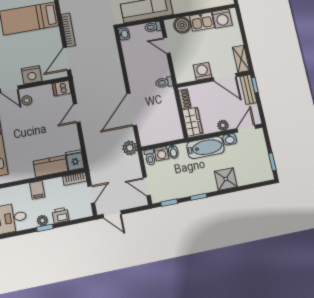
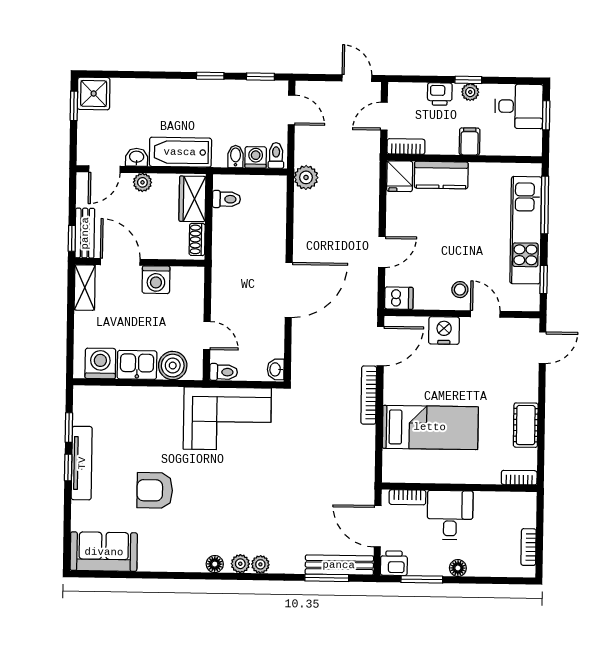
toilet: (164, 82) -> (226, 199), moved
door: (132, 109) -> (289, 290), moved
shower: (226, 179) -> (94, 94), moved

